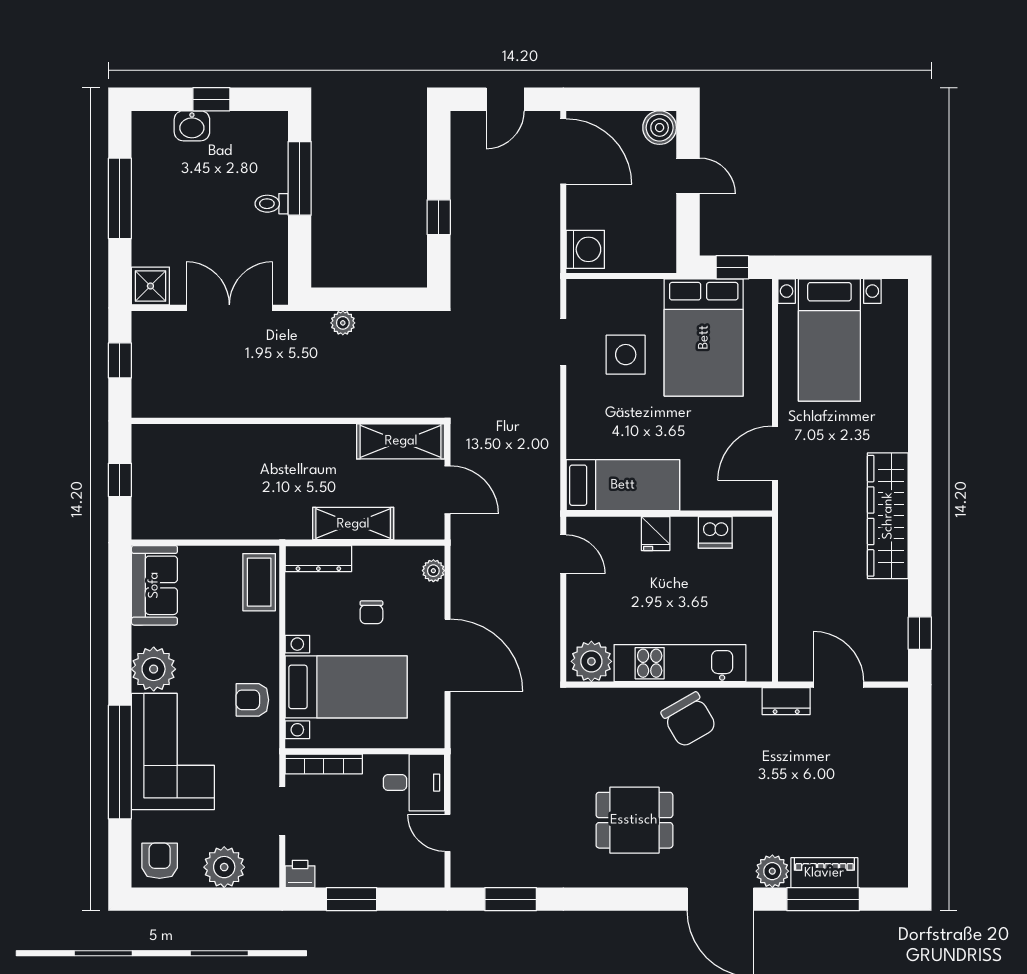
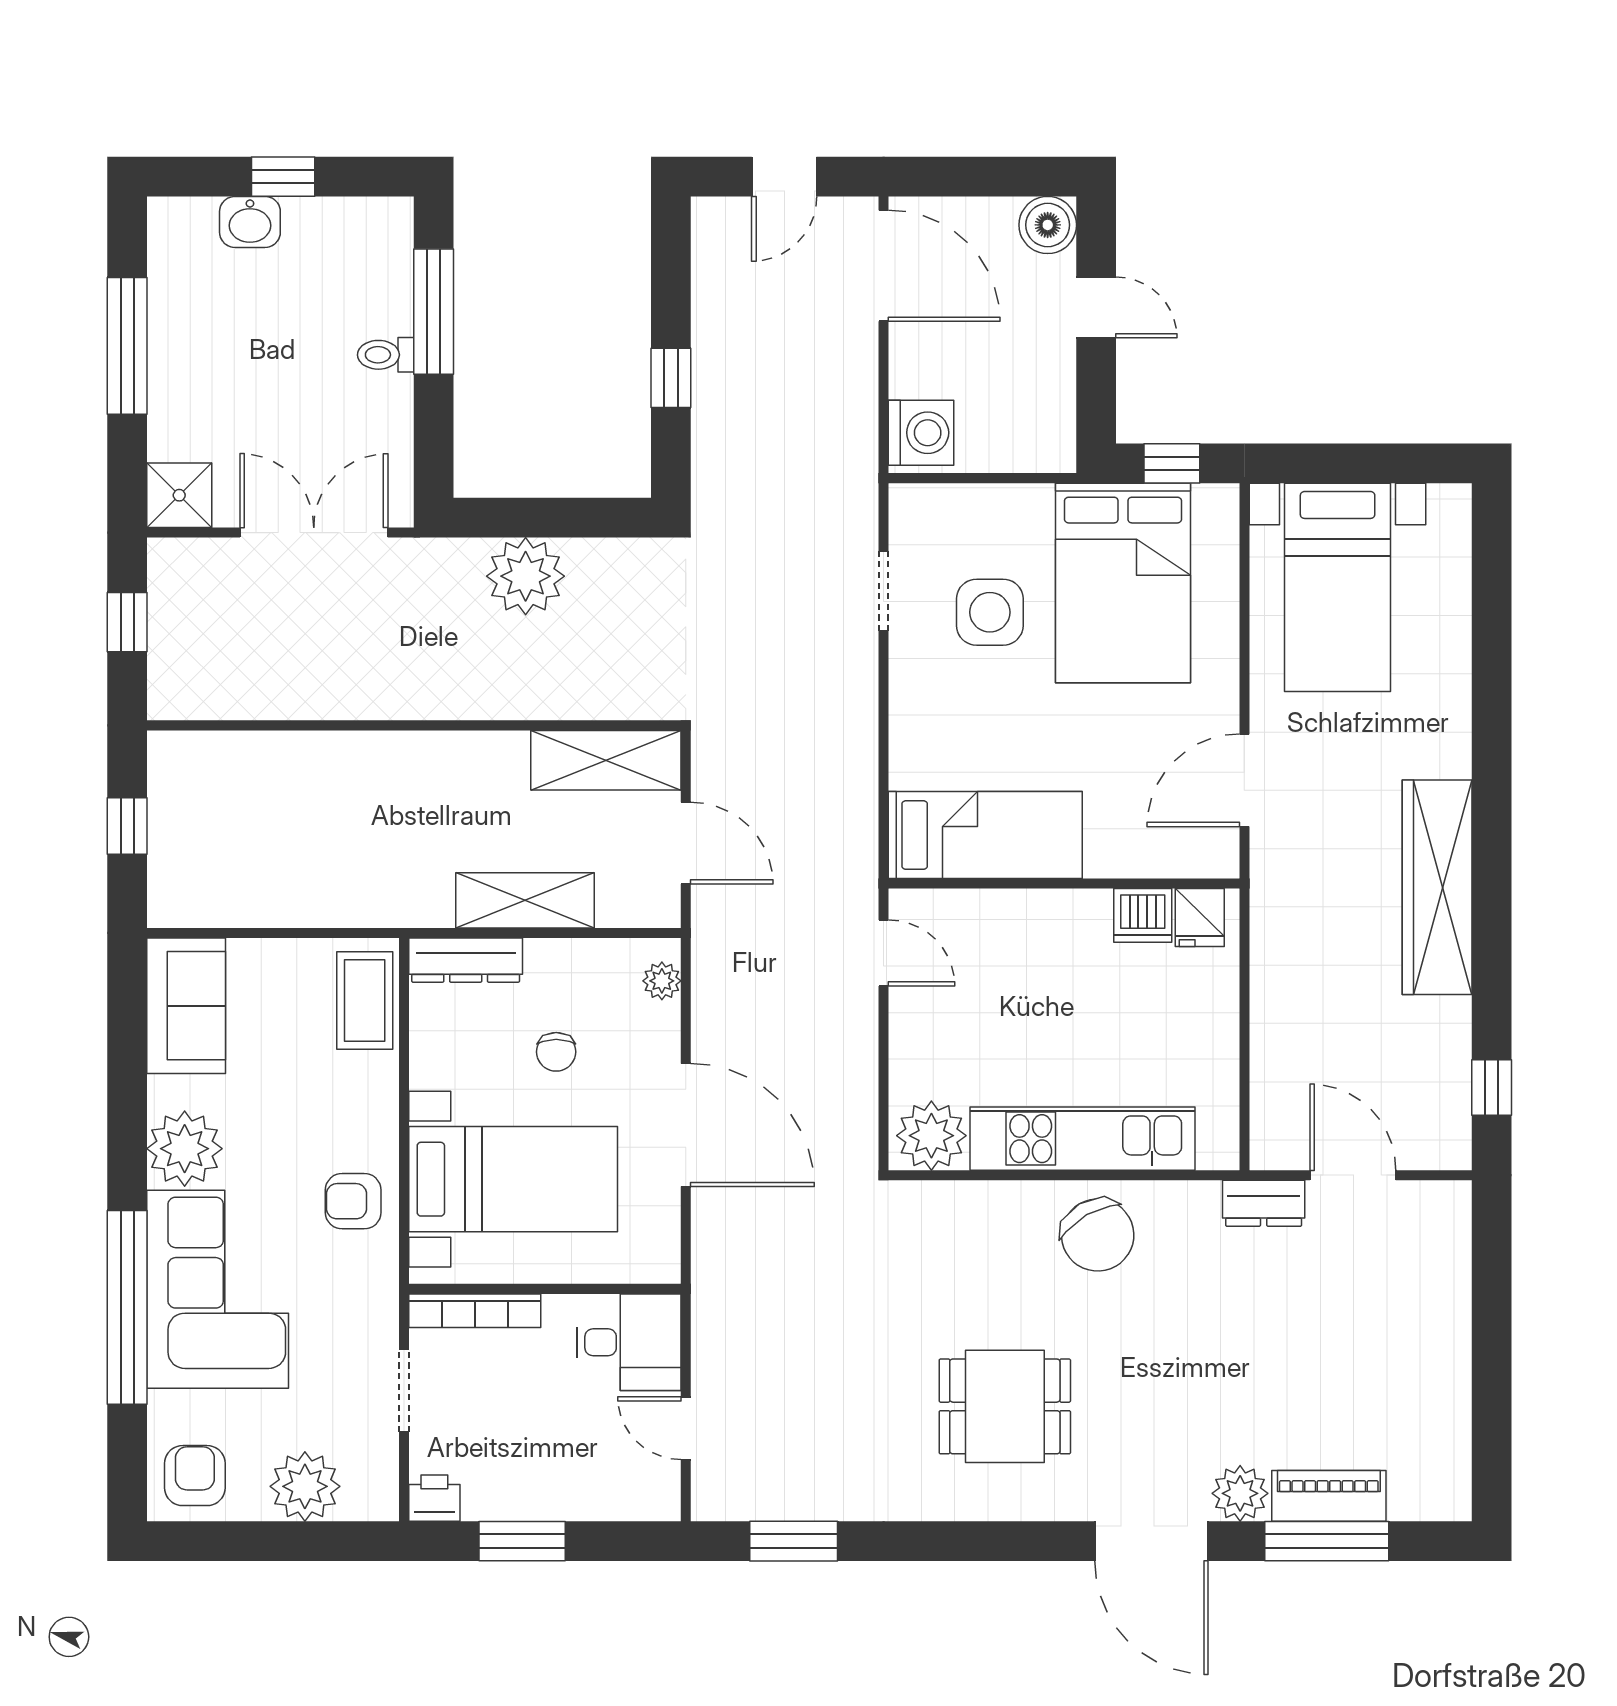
plant: (343, 323) -> (526, 576), width x1.87, depth x1.87
fridge: (656, 534) -> (1200, 917), moved

